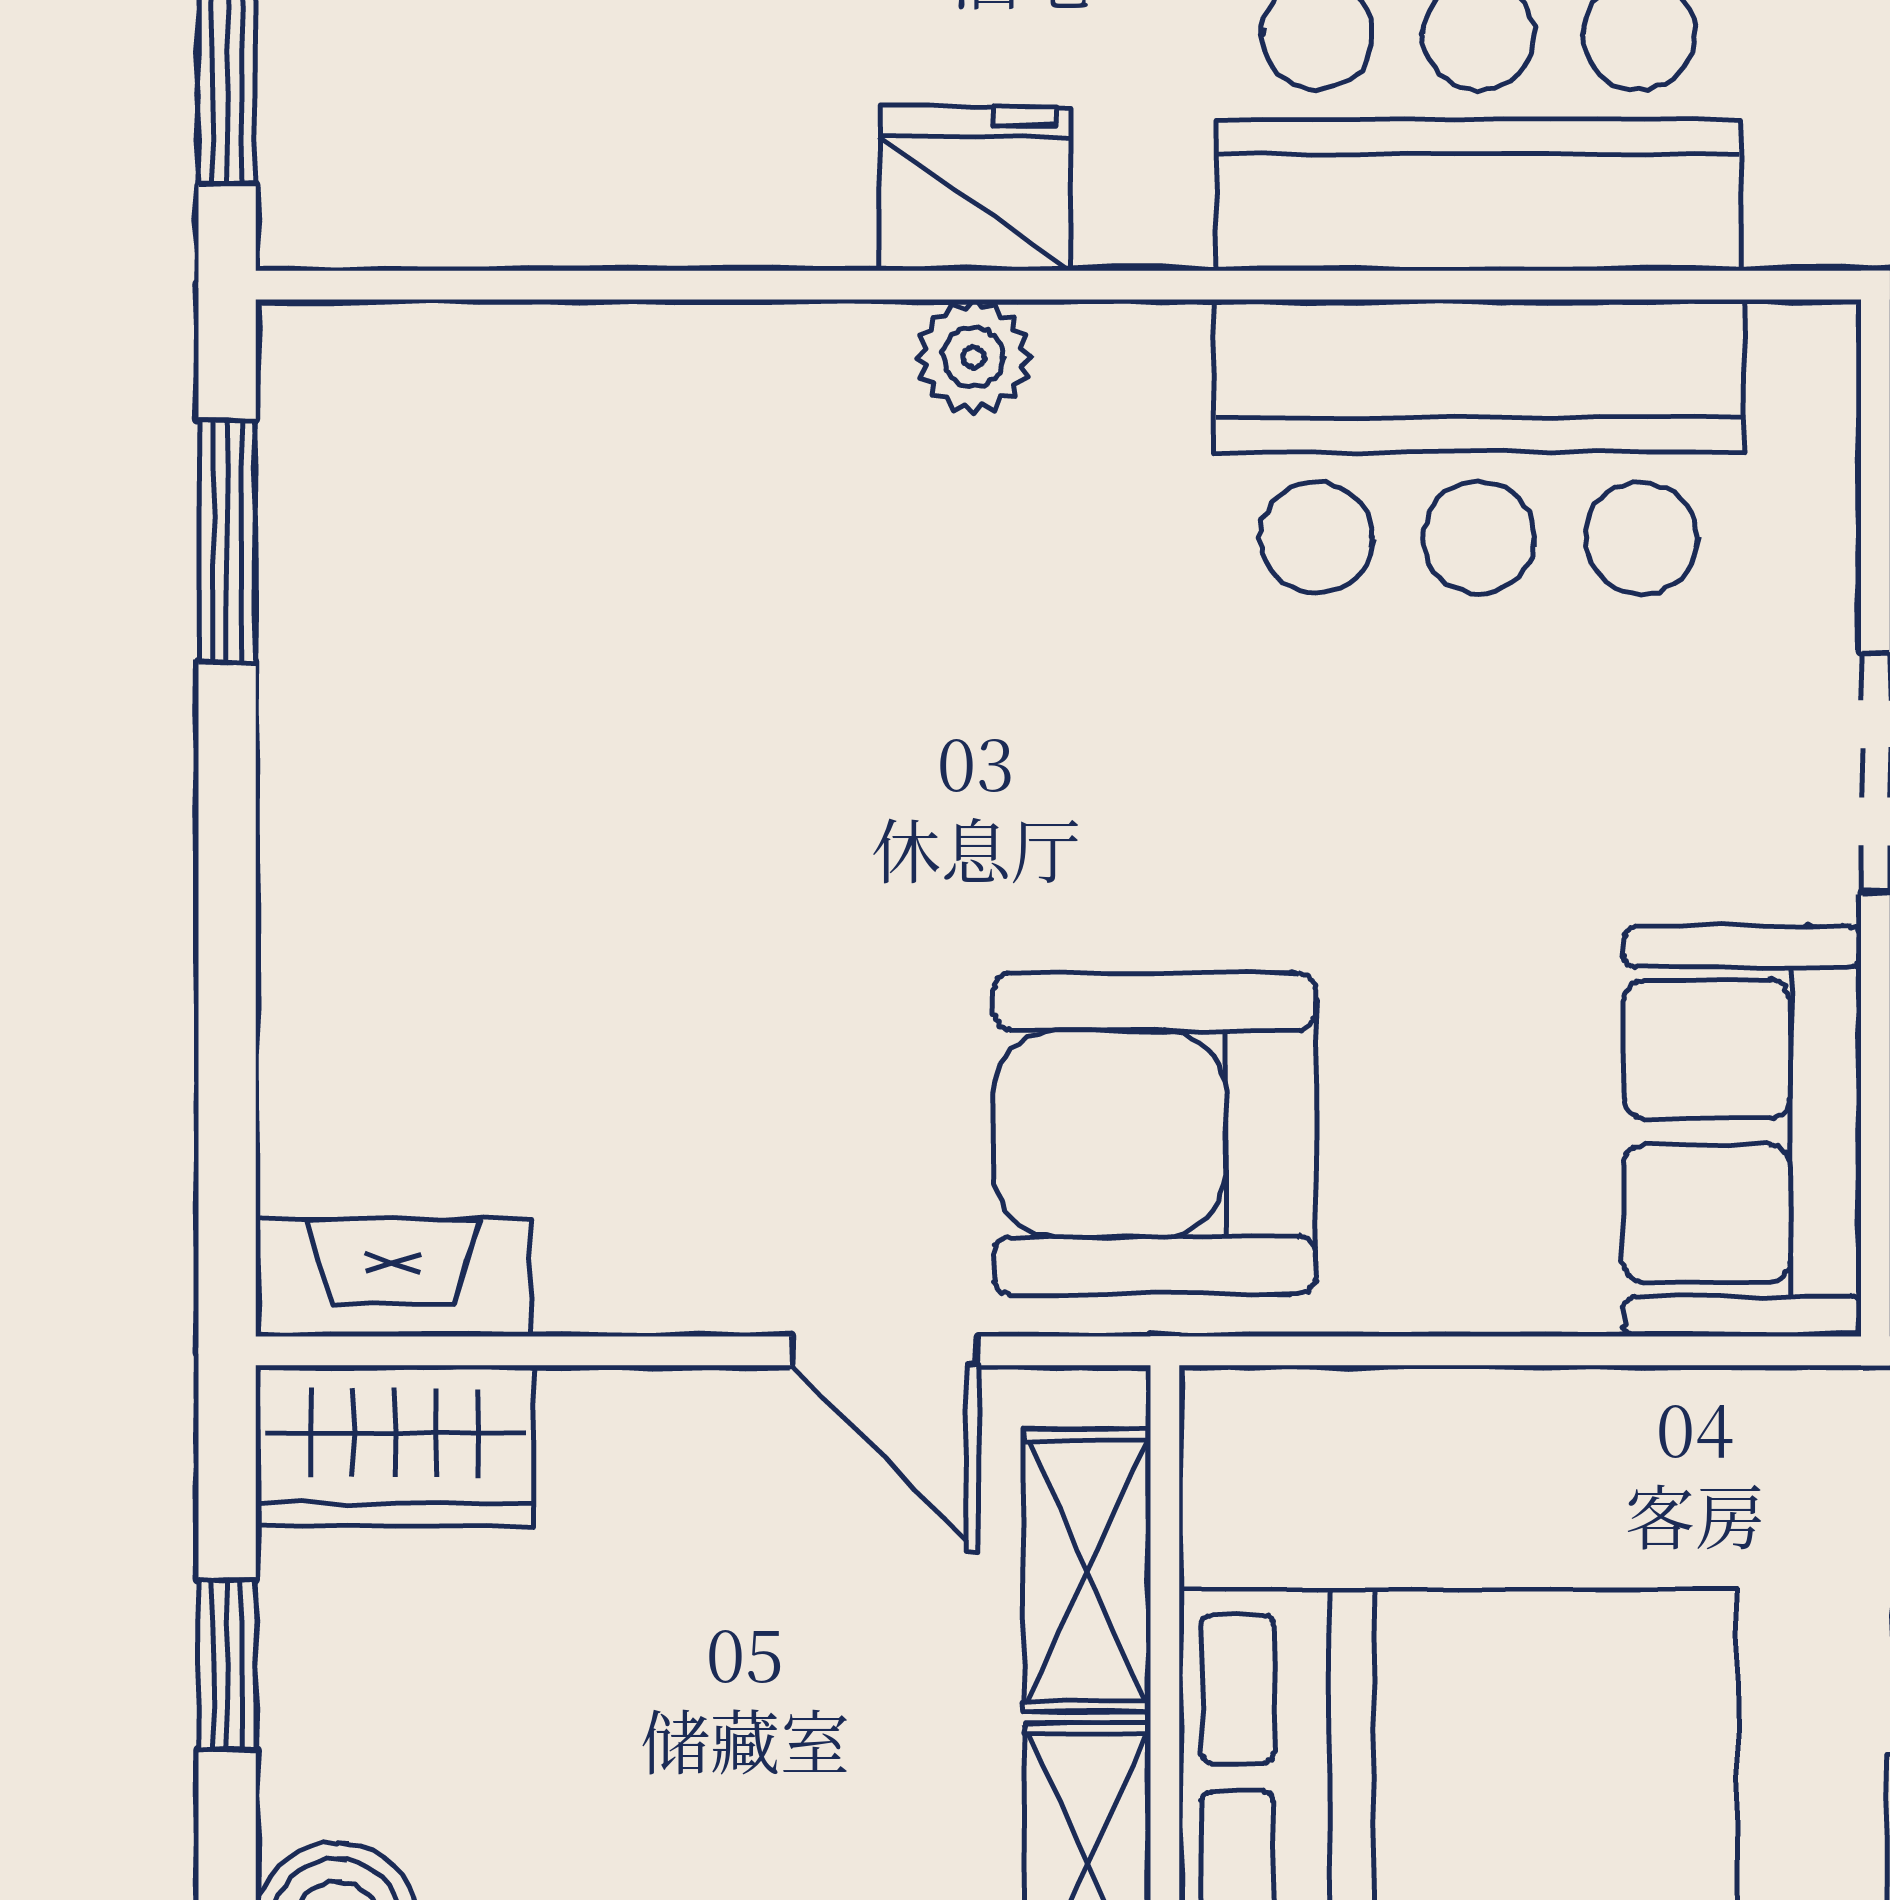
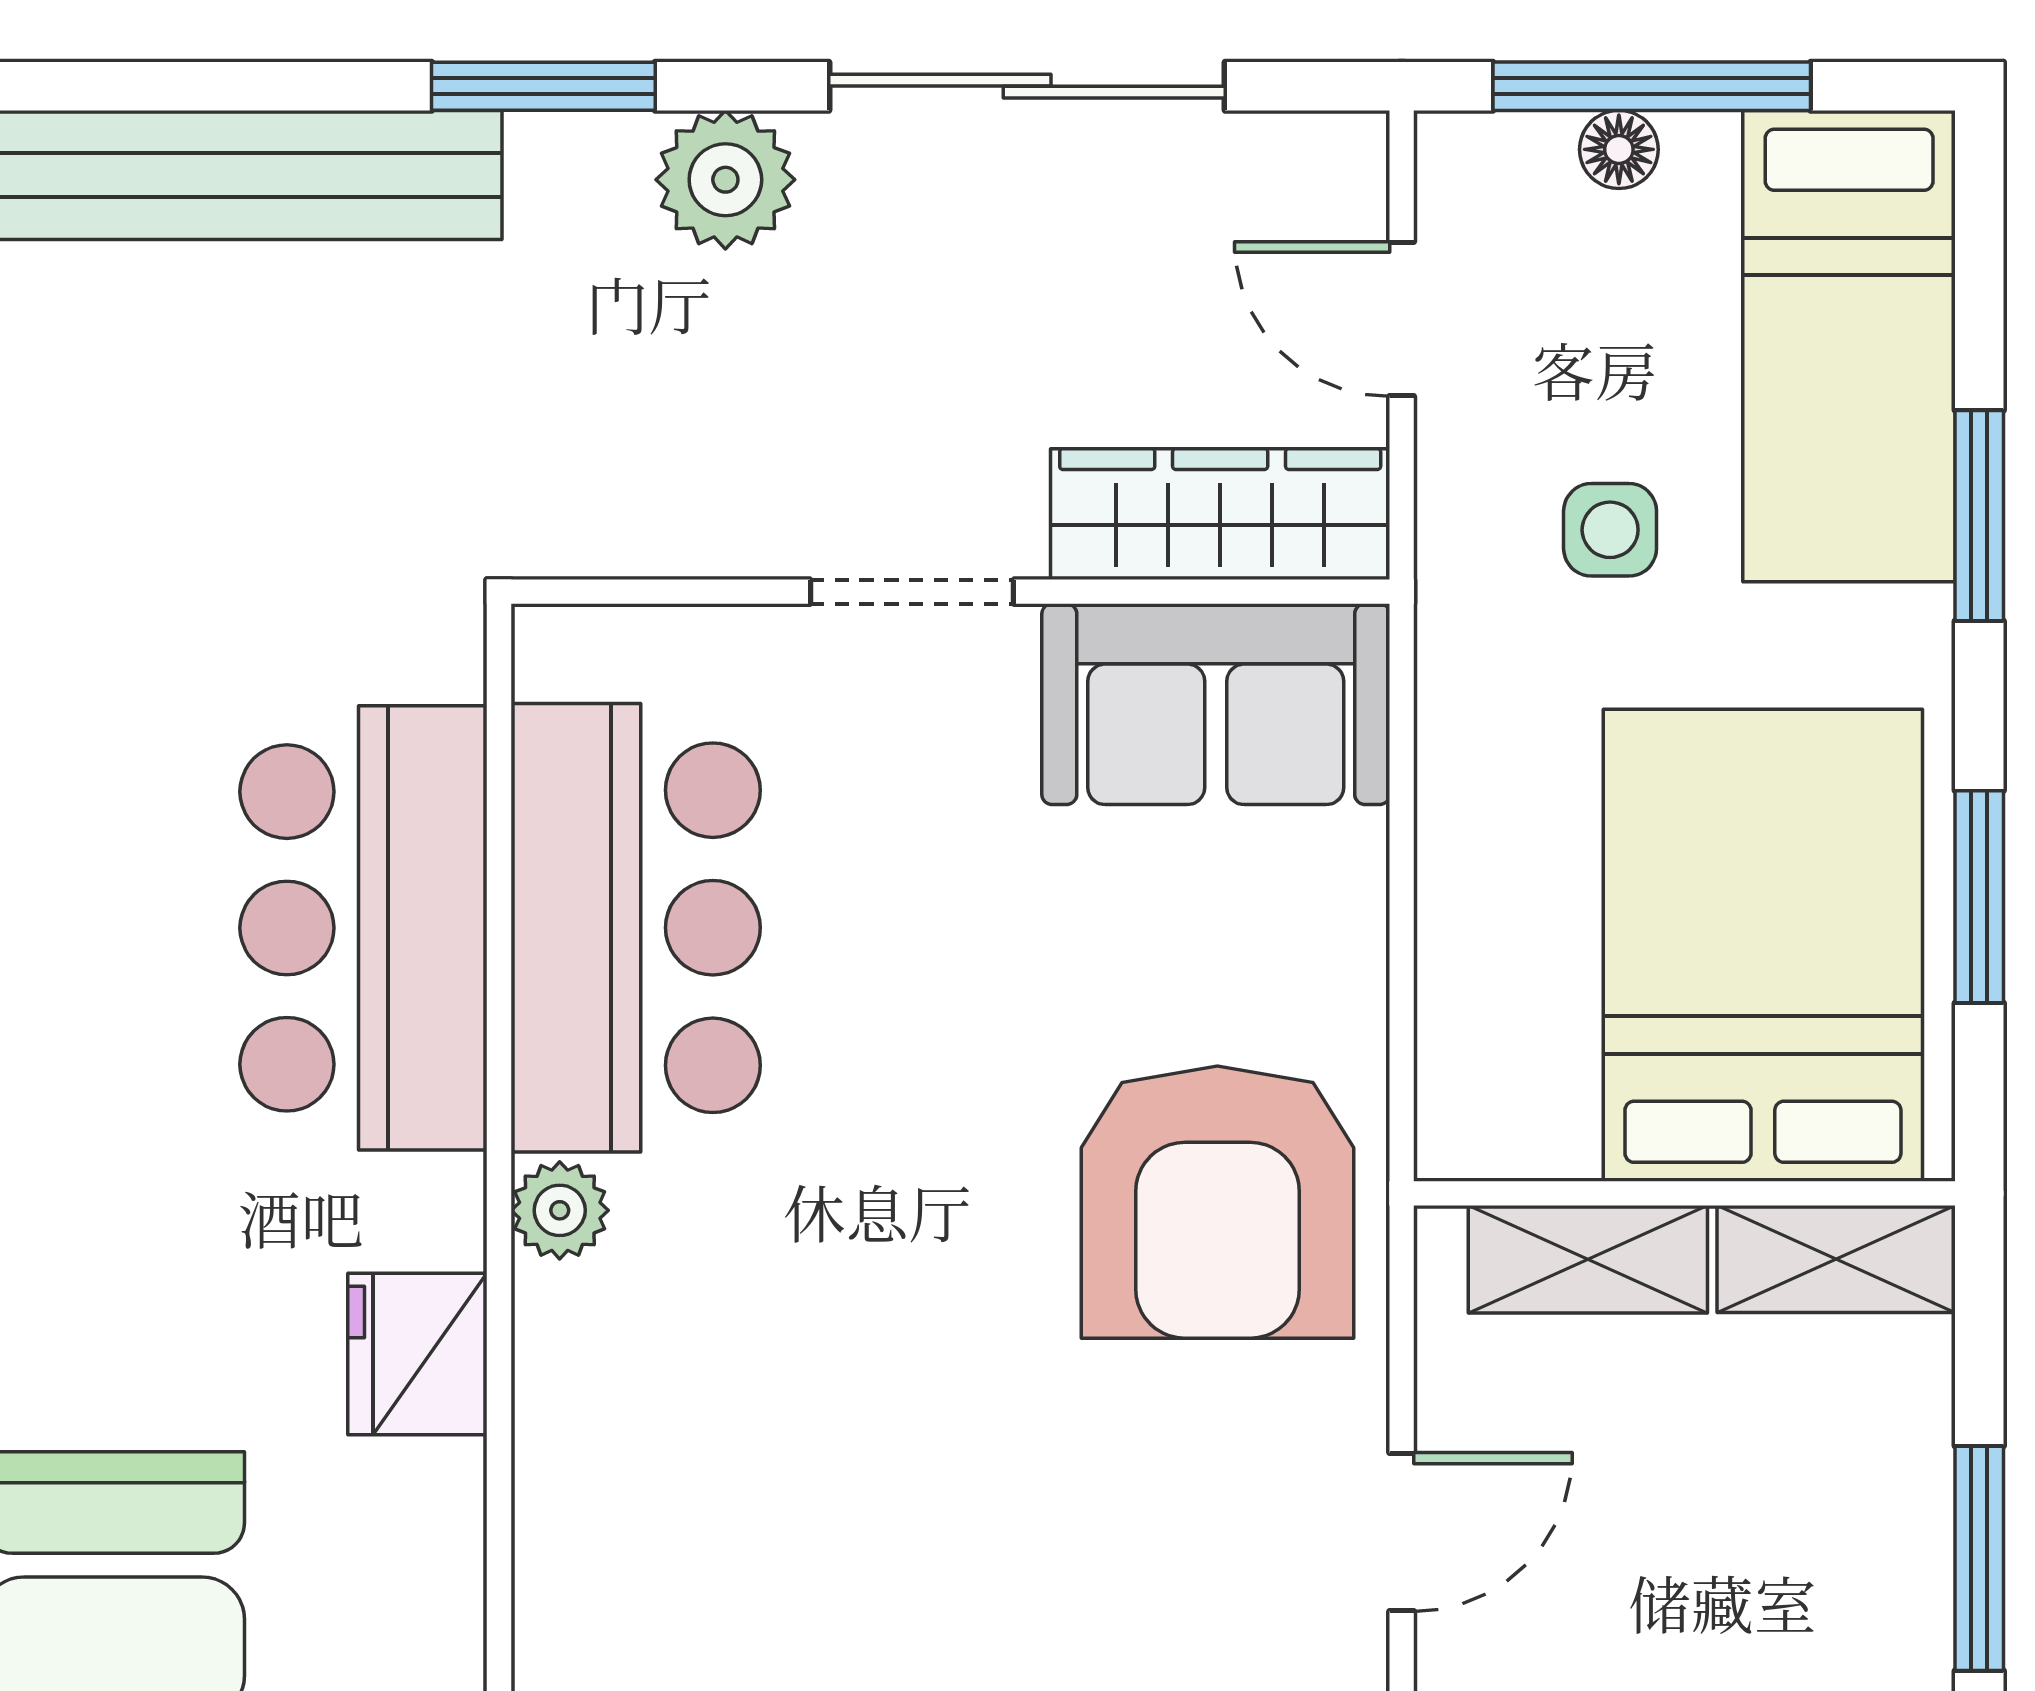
plant: (973, 357) -> (560, 1210), moved
door: (885, 1351) -> (1402, 1532), moved

